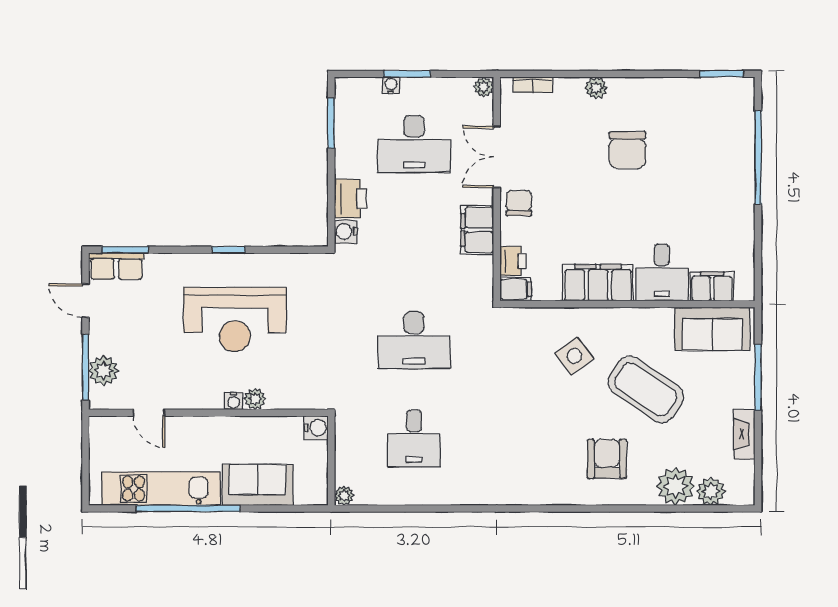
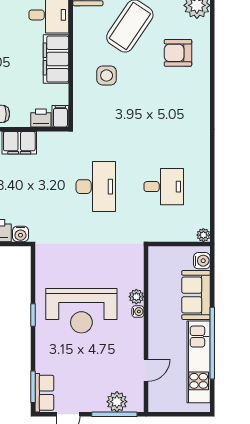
reception desk: (235, 320) -> (81, 311), turned 90
side table: (574, 356) -> (107, 75), turned 37
water cooler: (316, 428) -> (202, 261), moved, turned 90

